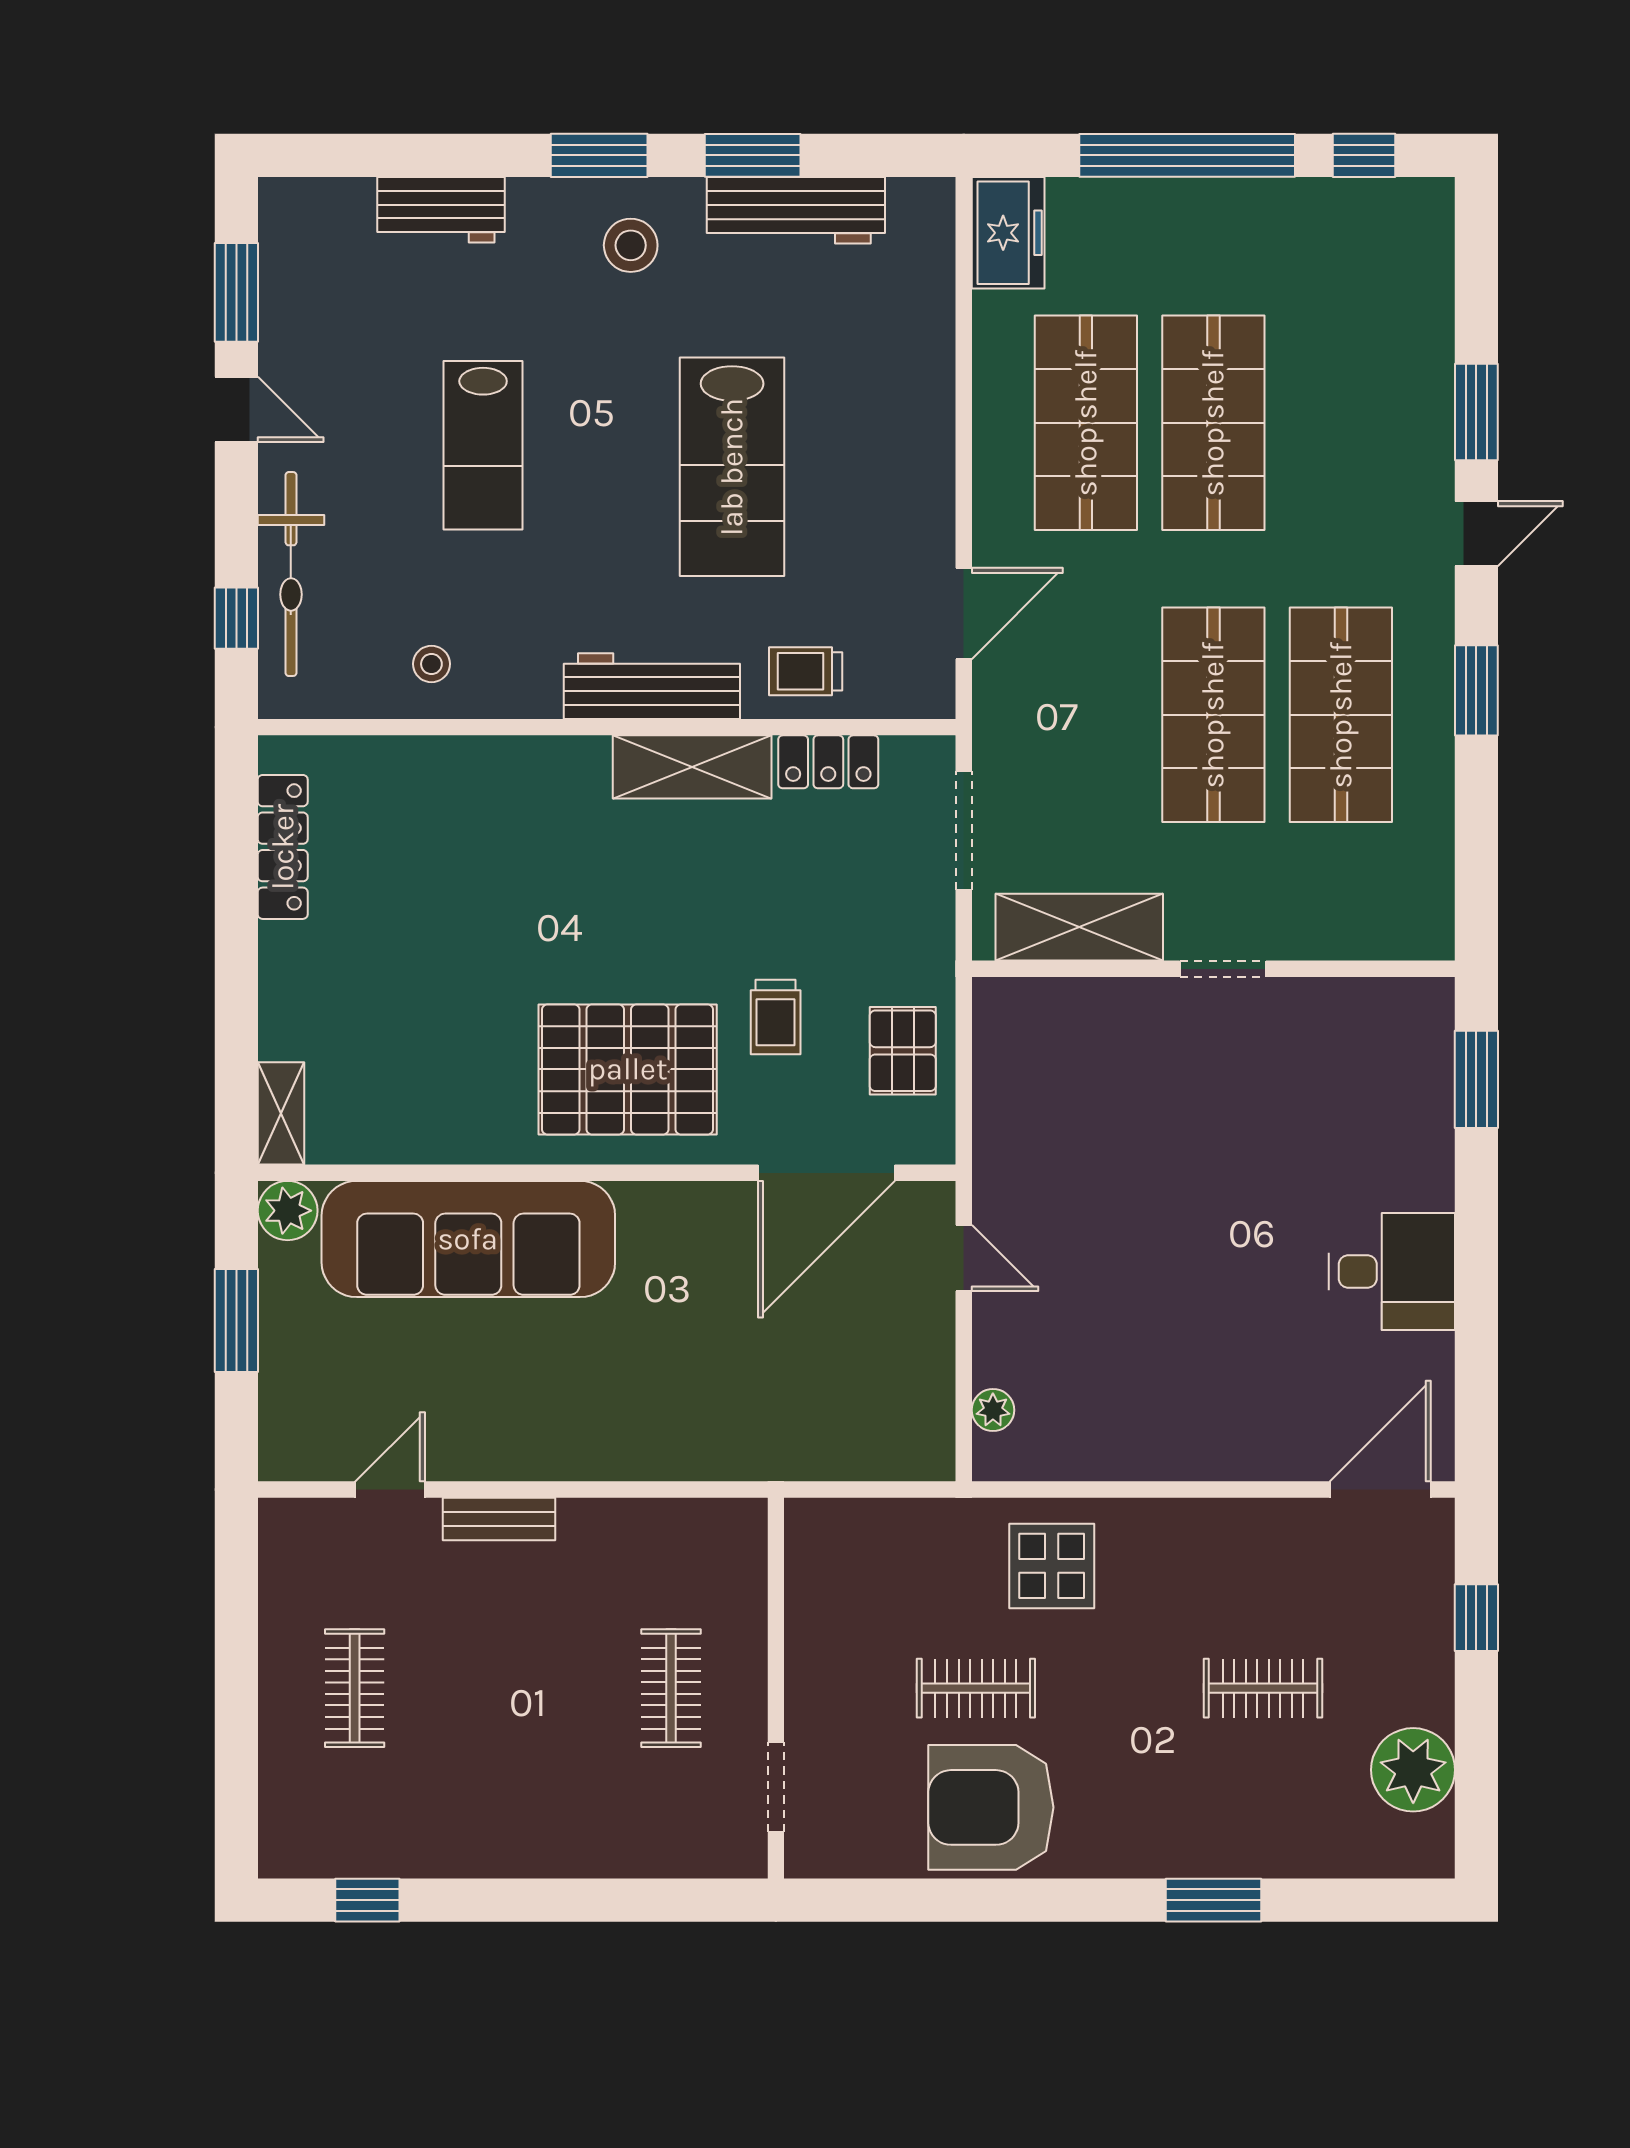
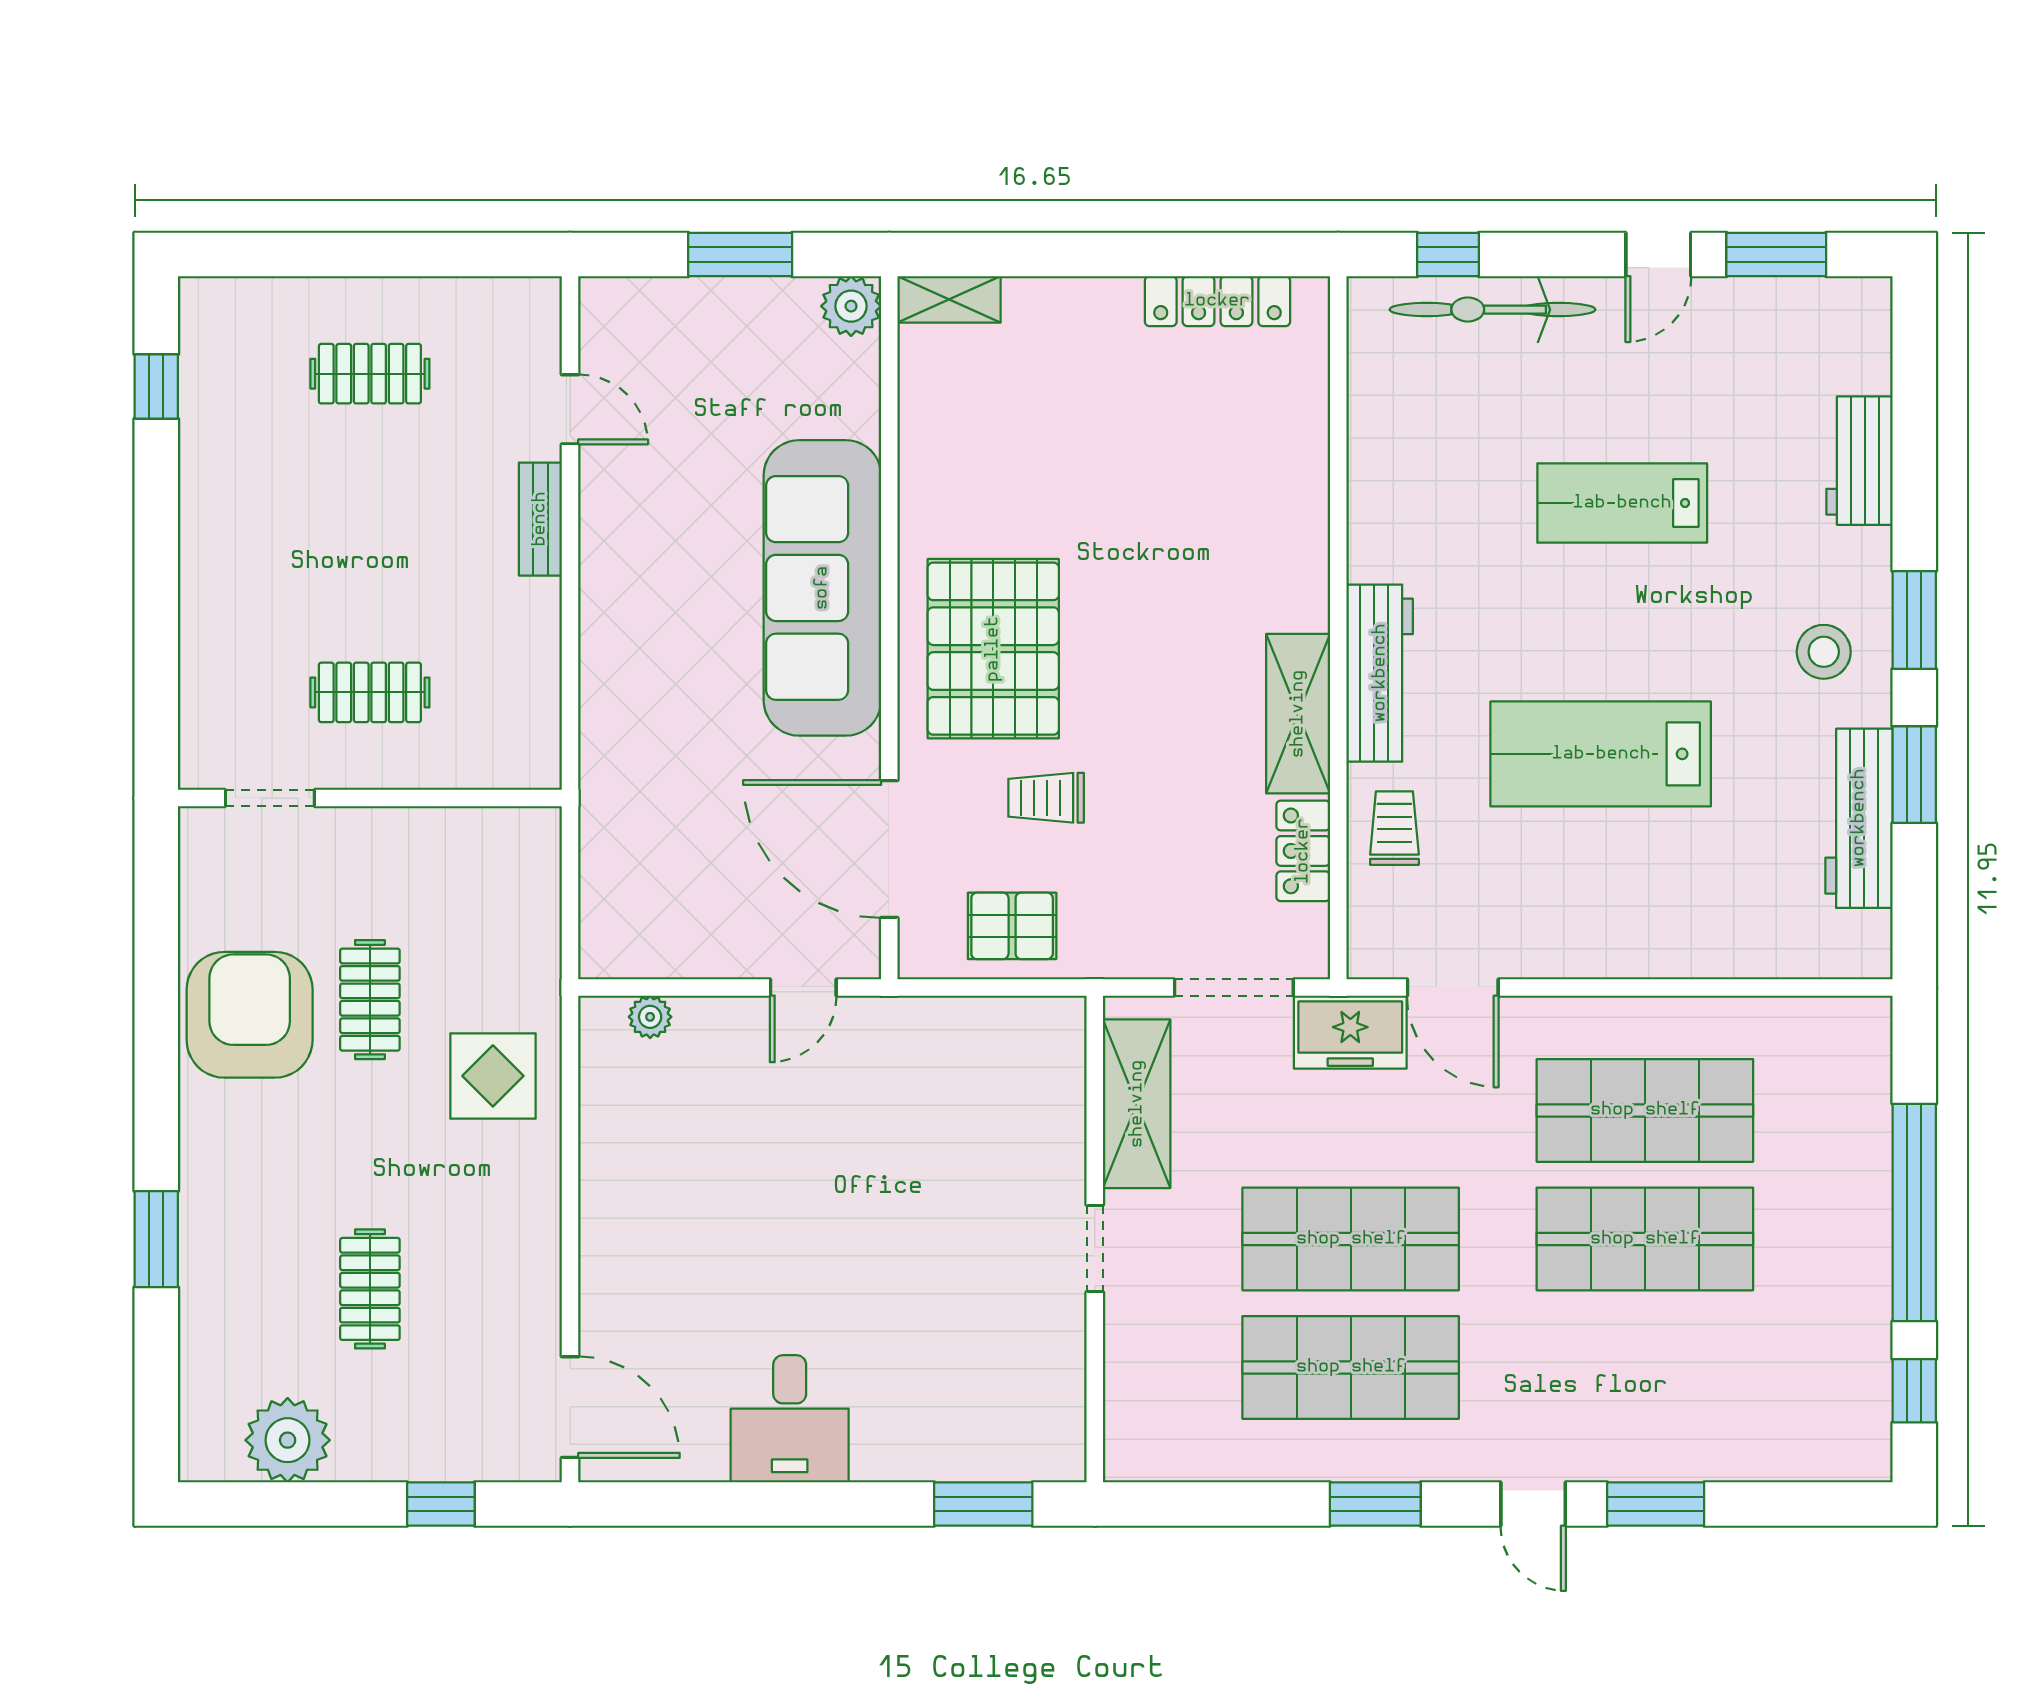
freezer: (1008, 233) -> (1350, 1032), moved
stool: (431, 664) -> (1402, 451), removed
sofa: (468, 1239) -> (822, 588), moved

